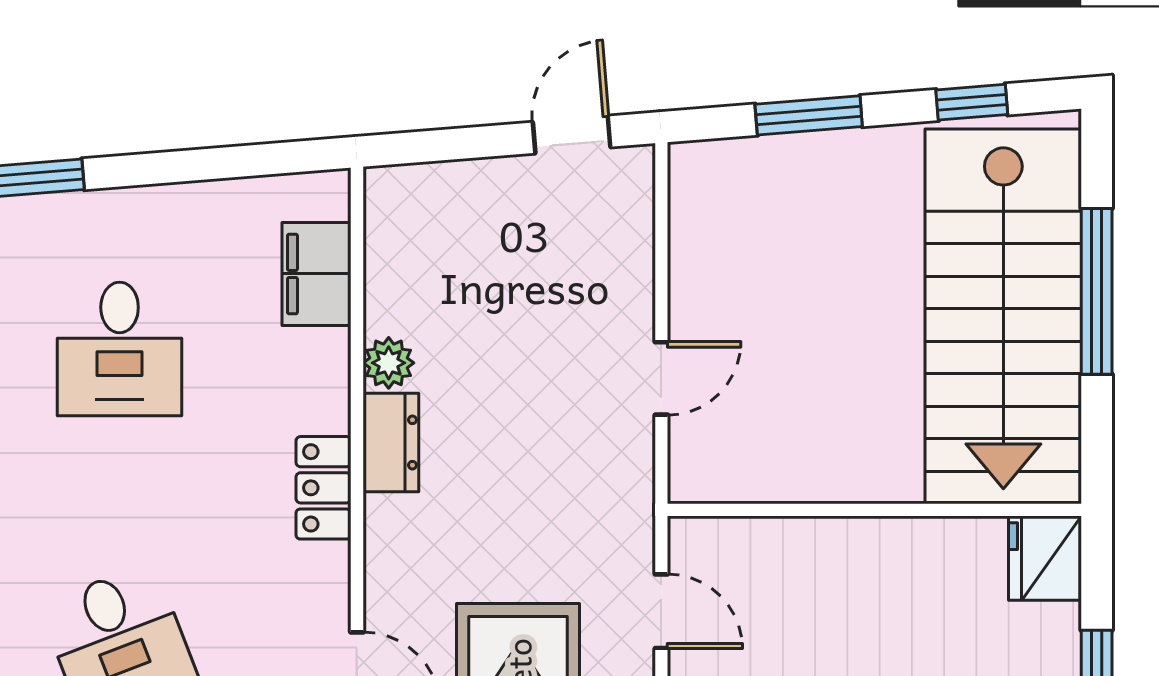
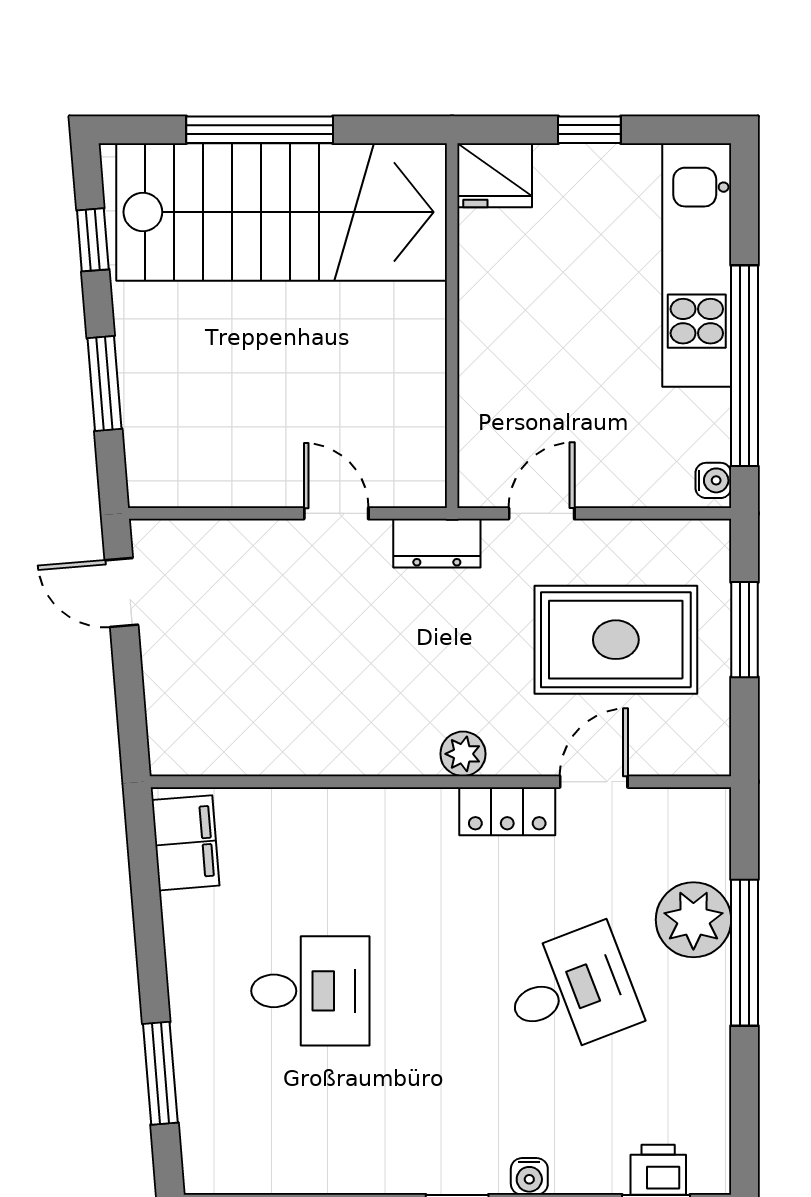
filing cabinet: (317, 274) -> (186, 843), moved, turned -95
plant: (389, 363) -> (463, 754), moved
dresser: (391, 443) -> (437, 543), moved, turned 180
locker: (323, 488) -> (507, 811), moved

